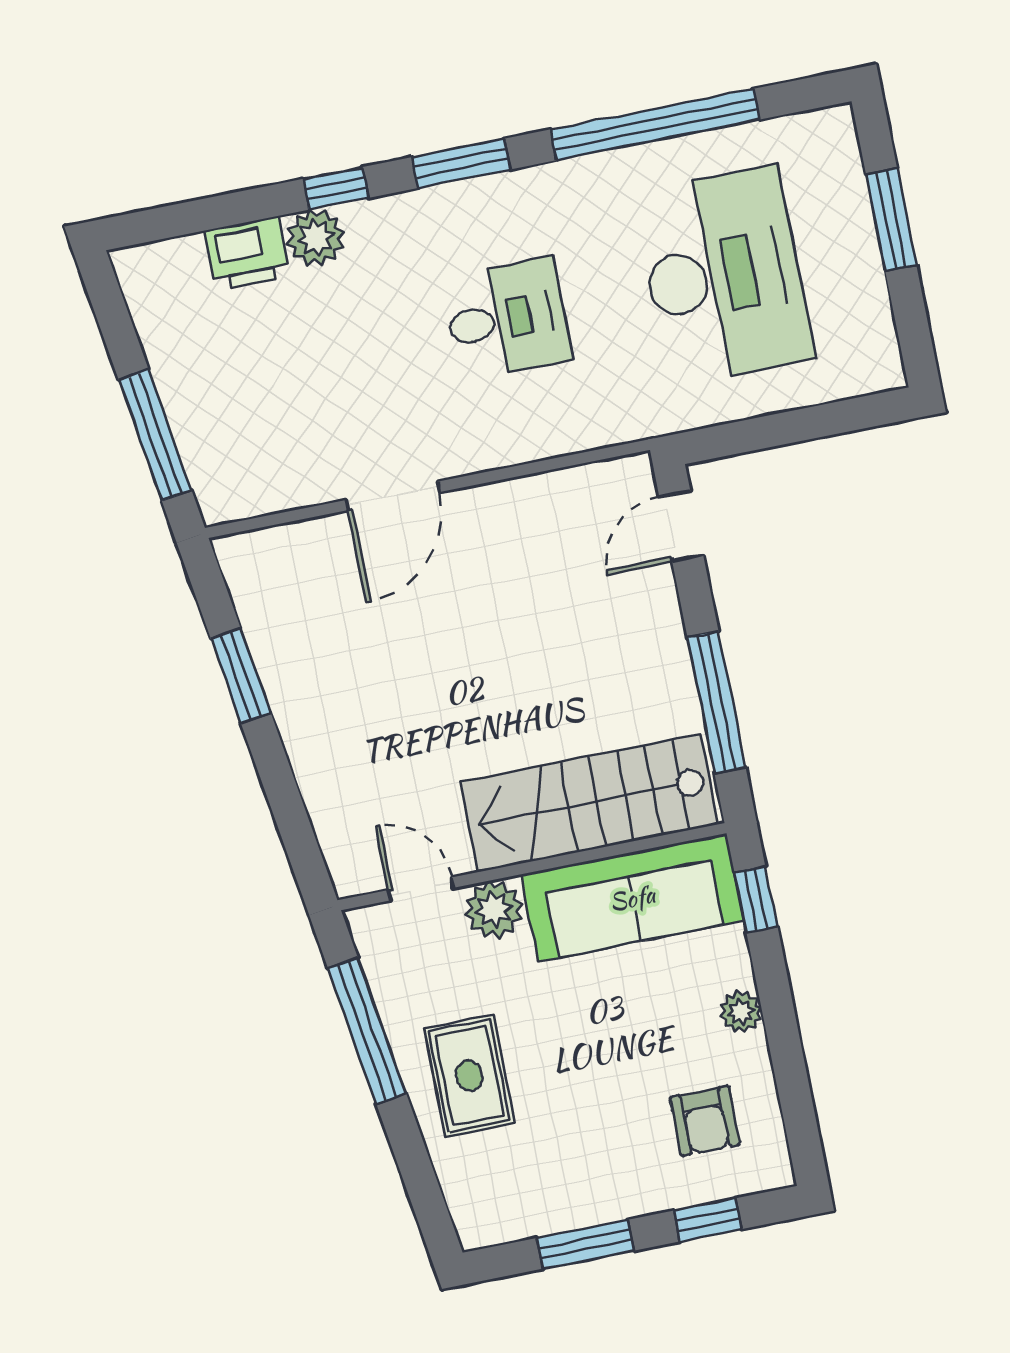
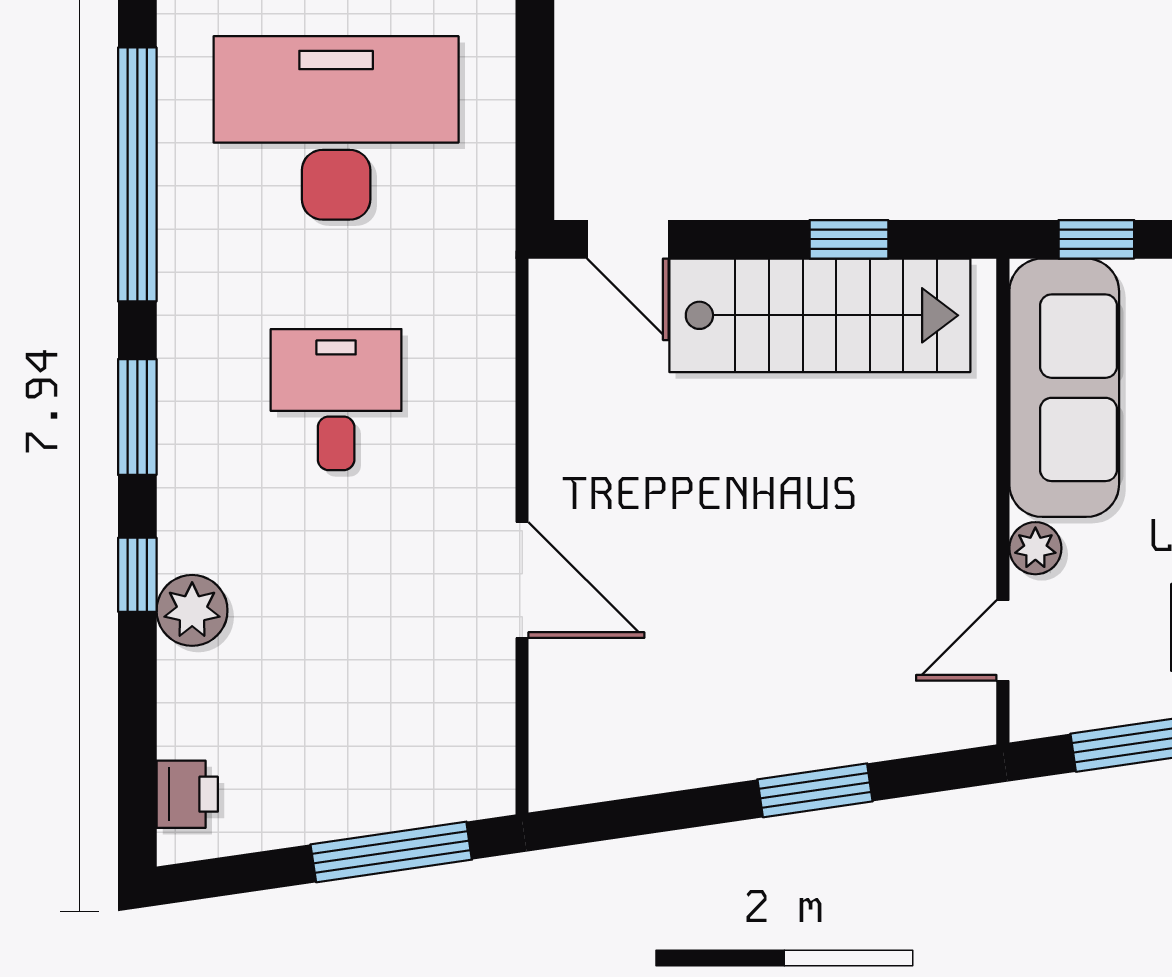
printer: (247, 253) -> (187, 794), moved, width x0.73, depth x0.81
window: (241, 676) -> (815, 790), moved
window: (716, 702) -> (849, 239), width x0.46
stairs: (589, 803) -> (820, 315), moved, turned -90
plant: (494, 910) -> (1035, 548), width x0.73, depth x0.73

